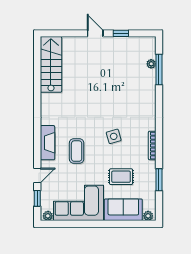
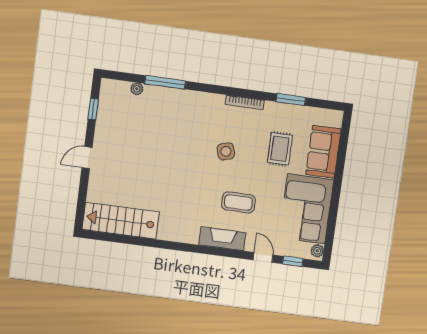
window: (121, 33) -> (93, 109), moved
window: (159, 70) -> (165, 82), moved
plant: (148, 216) -> (336, 120), removed

